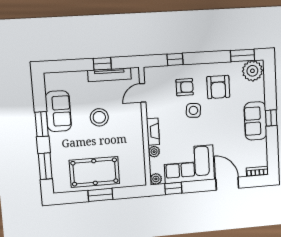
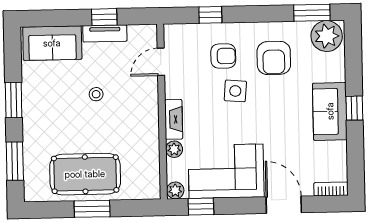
tv unit: (109, 75) -> (105, 33), width x0.71
sofa: (58, 111) -> (52, 43), moved, turned 90
stool: (99, 117) -> (96, 94), width x0.53, depth x0.53

